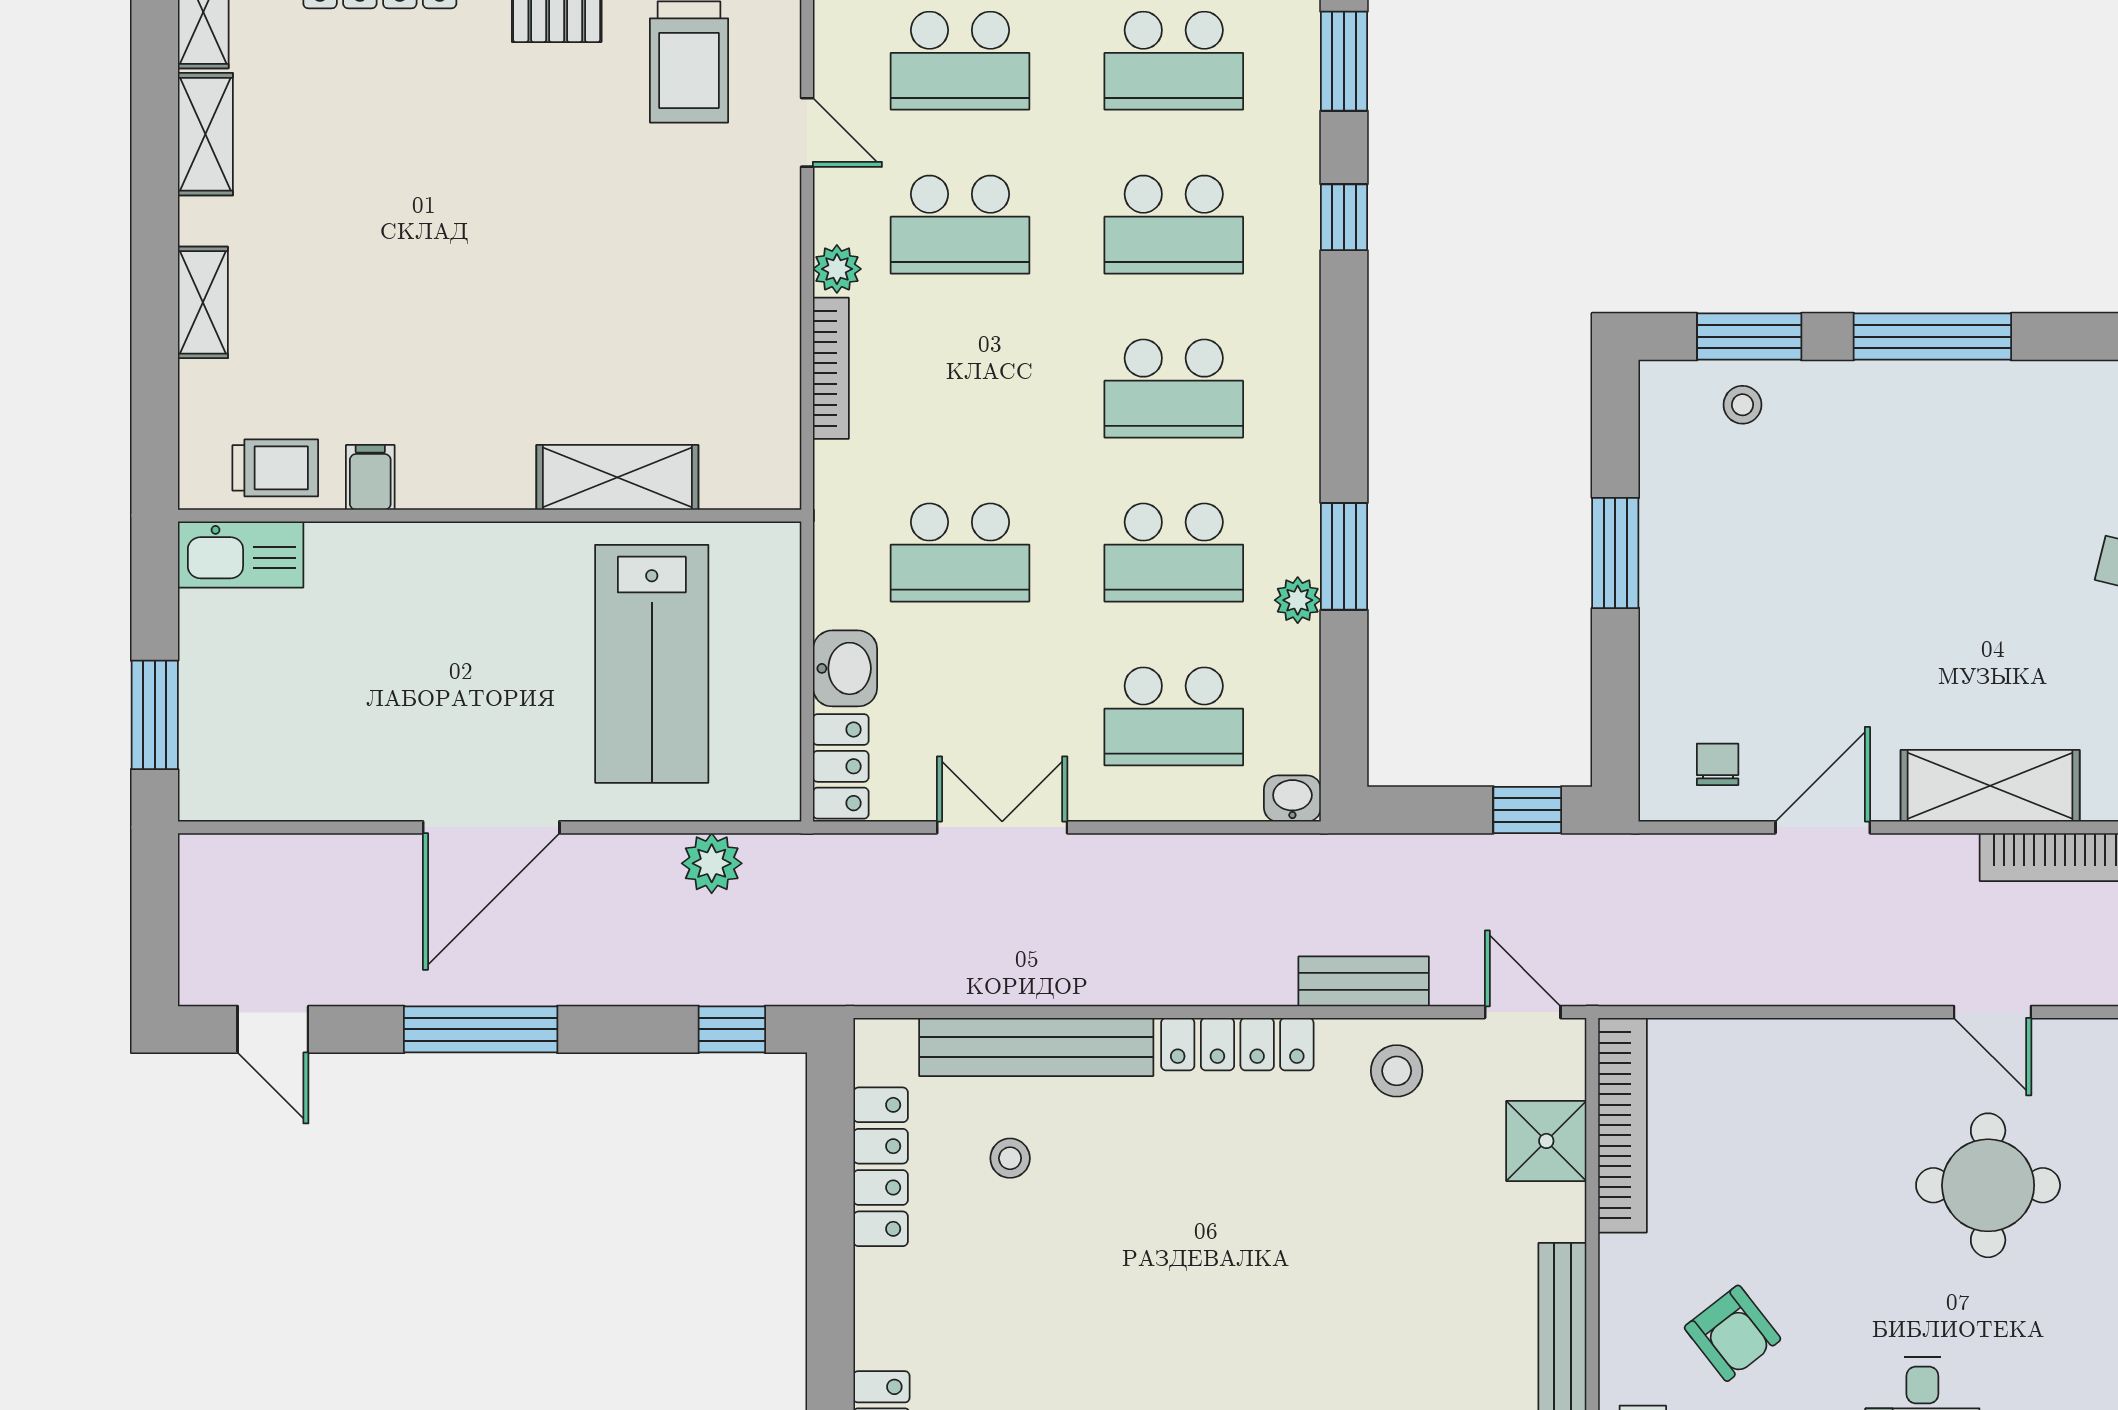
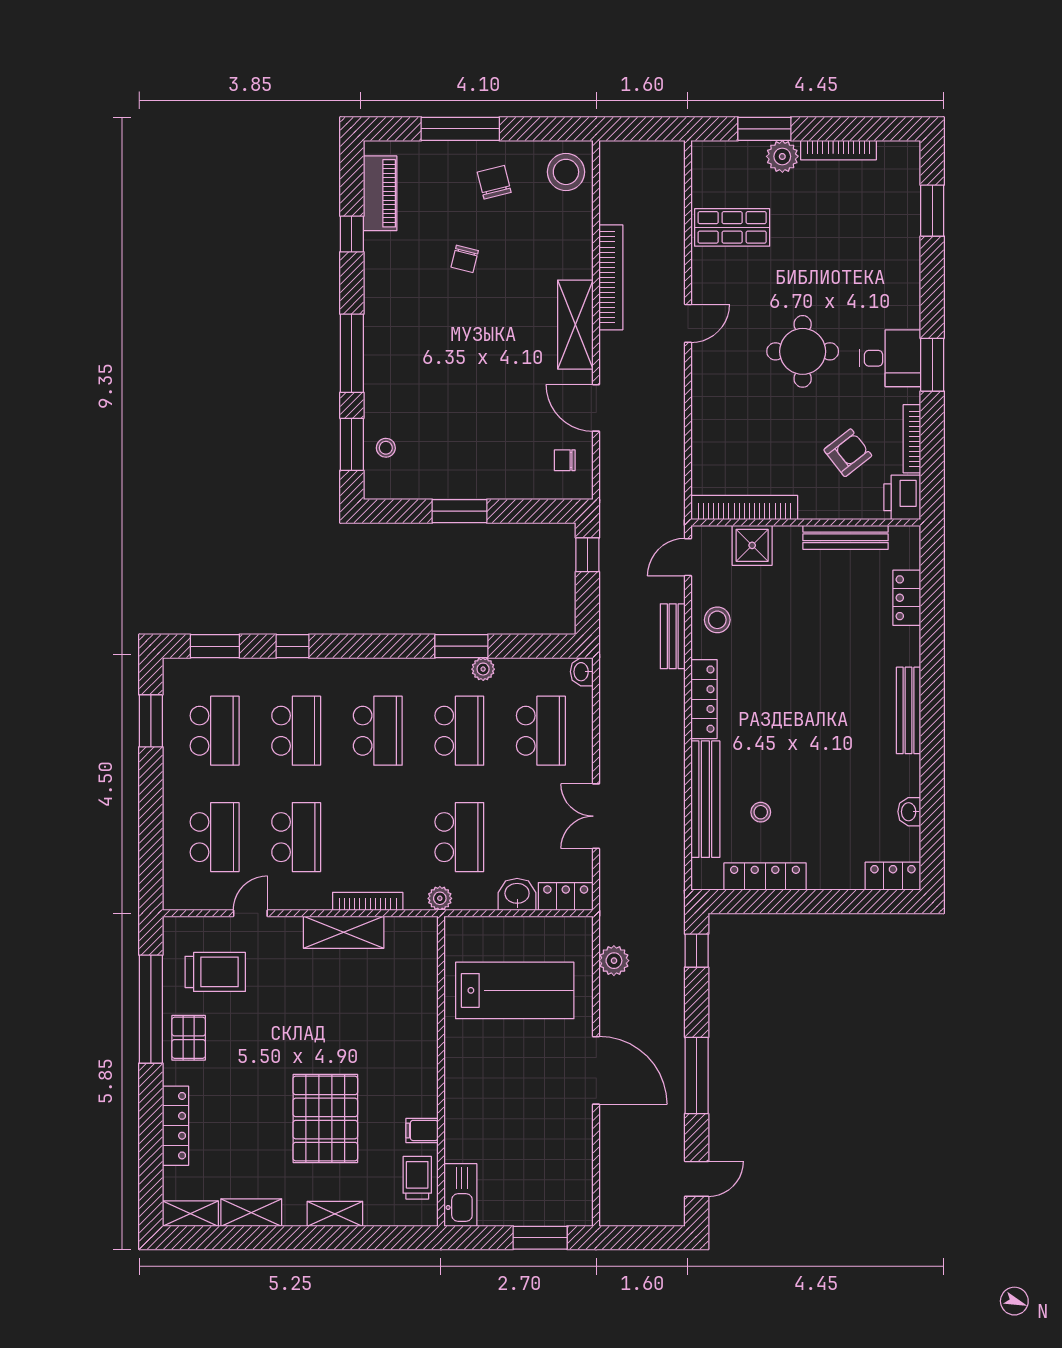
plant: (837, 269) -> (440, 898), moved
pallet: (394, 283) -> (325, 1119), added
shelving: (617, 477) -> (344, 932), moved, turned 90
round table: (1988, 1185) -> (803, 351), moved

